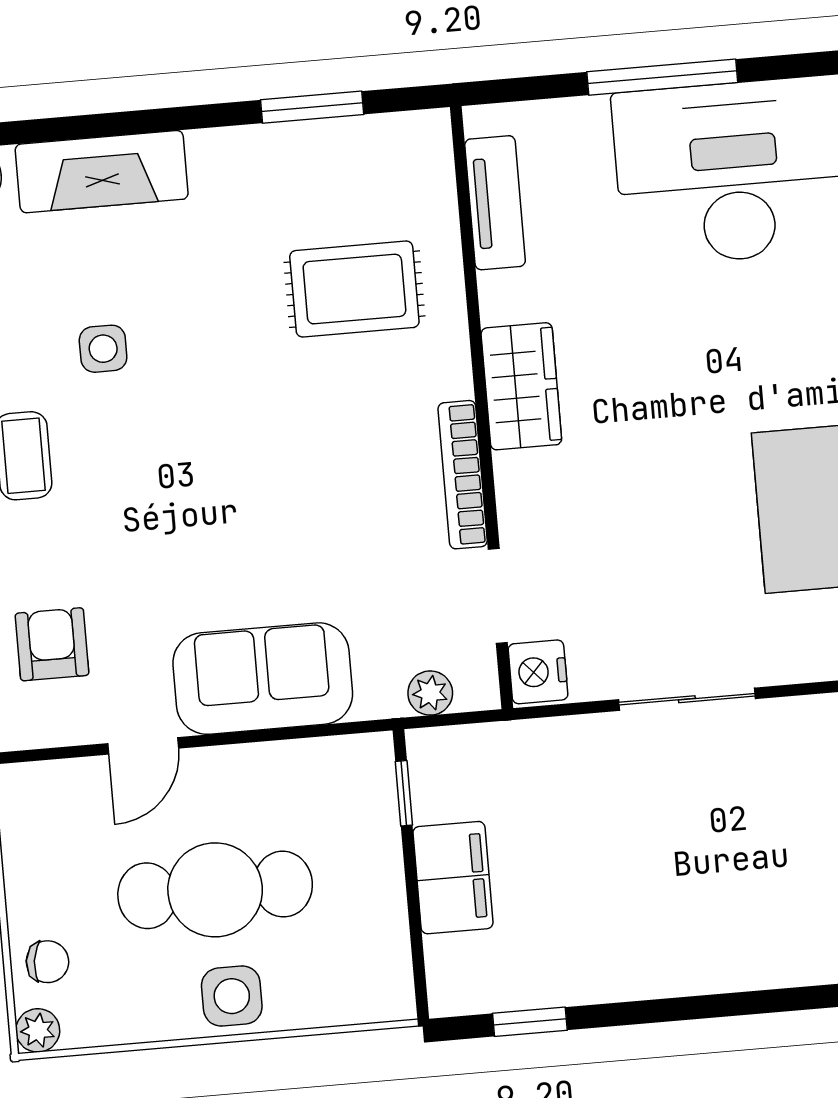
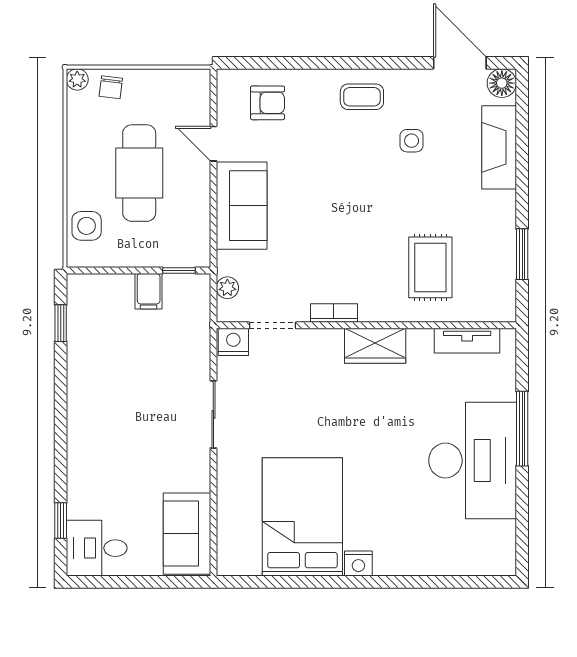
bookcase: (463, 475) -> (334, 313), width x0.64
filing cabinet: (453, 878) -> (149, 291), width x0.50
side table: (232, 996) -> (87, 226), moved

